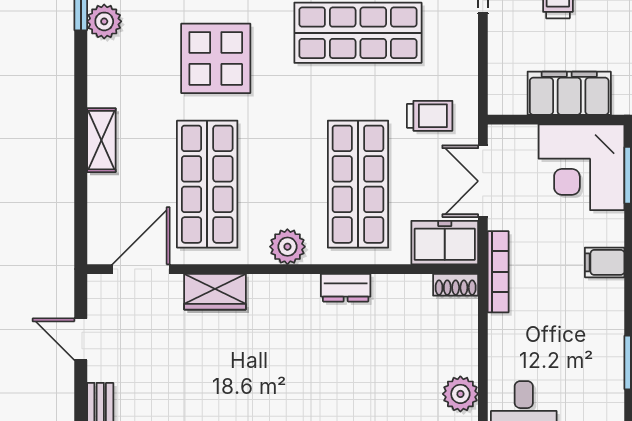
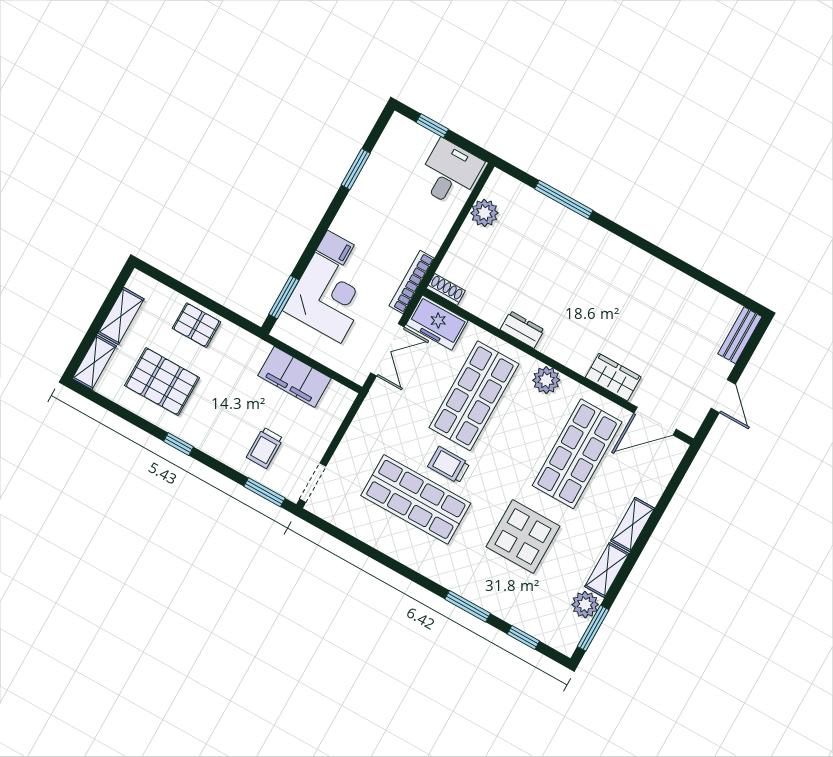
shelving: (102, 73) -> (607, 570), added
trolley: (430, 116) -> (449, 465), moved
corner desk: (581, 167) -> (328, 298), moved

